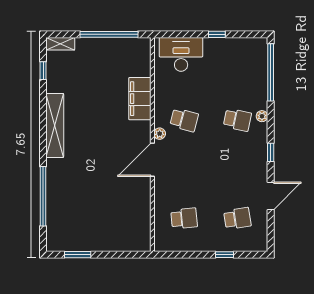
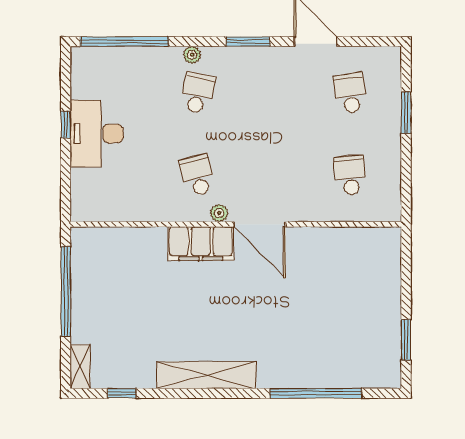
desk: (181, 54) -> (97, 133), moved
filing cabinet: (140, 99) -> (201, 244), moved
school desk: (184, 120) -> (198, 175), turned -30
window: (271, 152) -> (248, 42), width x1.50
window: (225, 255) -> (406, 113), width x1.50

